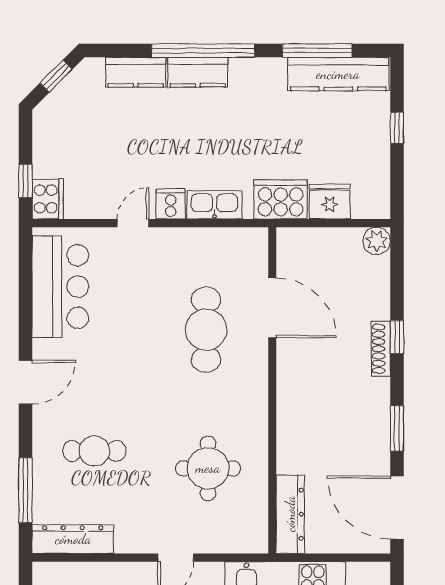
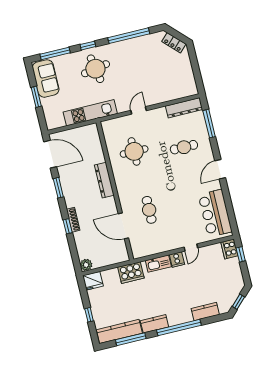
kitchen counter: (198, 72) -> (154, 324), moved
fridge: (330, 202) -> (93, 281), moved
cafe table: (206, 330) -> (149, 210), width x0.73, depth x0.74
dresser: (290, 514) -> (104, 180), moved

